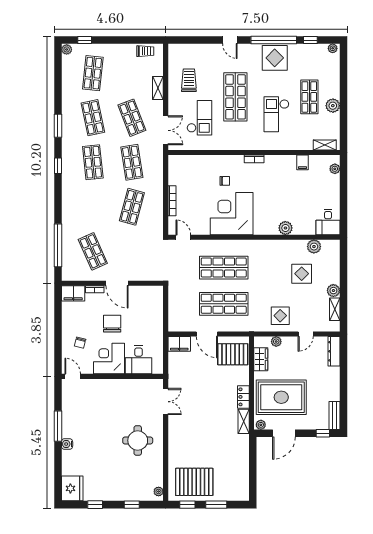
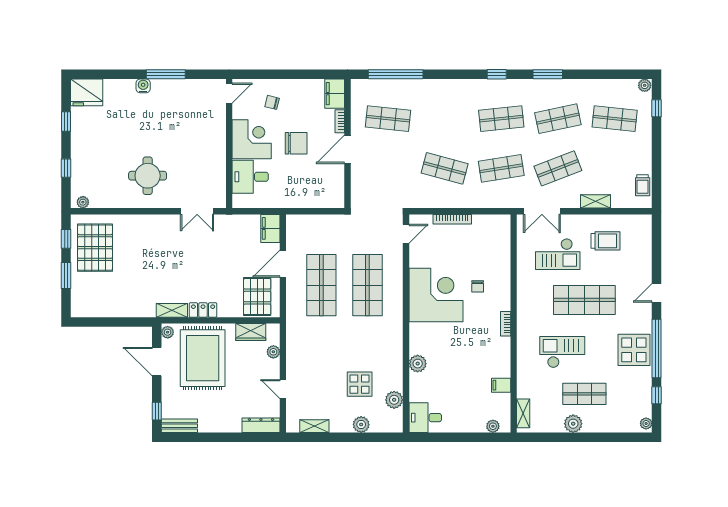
shop shelf: (93, 251) -> (388, 119), turned 30
plant: (333, 291) -> (361, 425), moved
display table: (280, 316) -> (306, 357), removed

